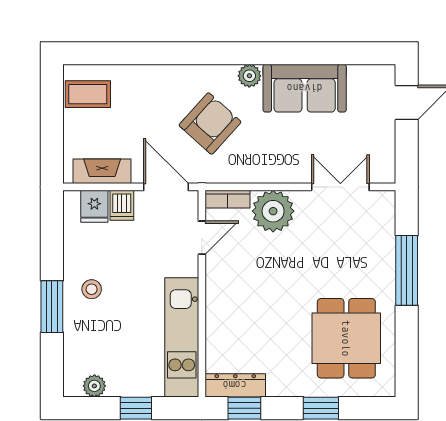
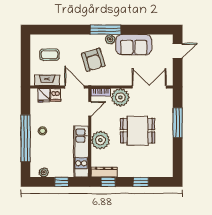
window: (239, 53) -> (106, 30), added
coffee table: (88, 94) -> (49, 55), moved
armchair: (210, 124) -> (93, 60), turned 121
double door: (340, 187) -> (149, 87), width x1.37
window: (52, 307) -> (25, 138), width x2.11
plant: (227, 311) -> (100, 140), added
dining table: (346, 338) -> (138, 131), moved, turned 90

